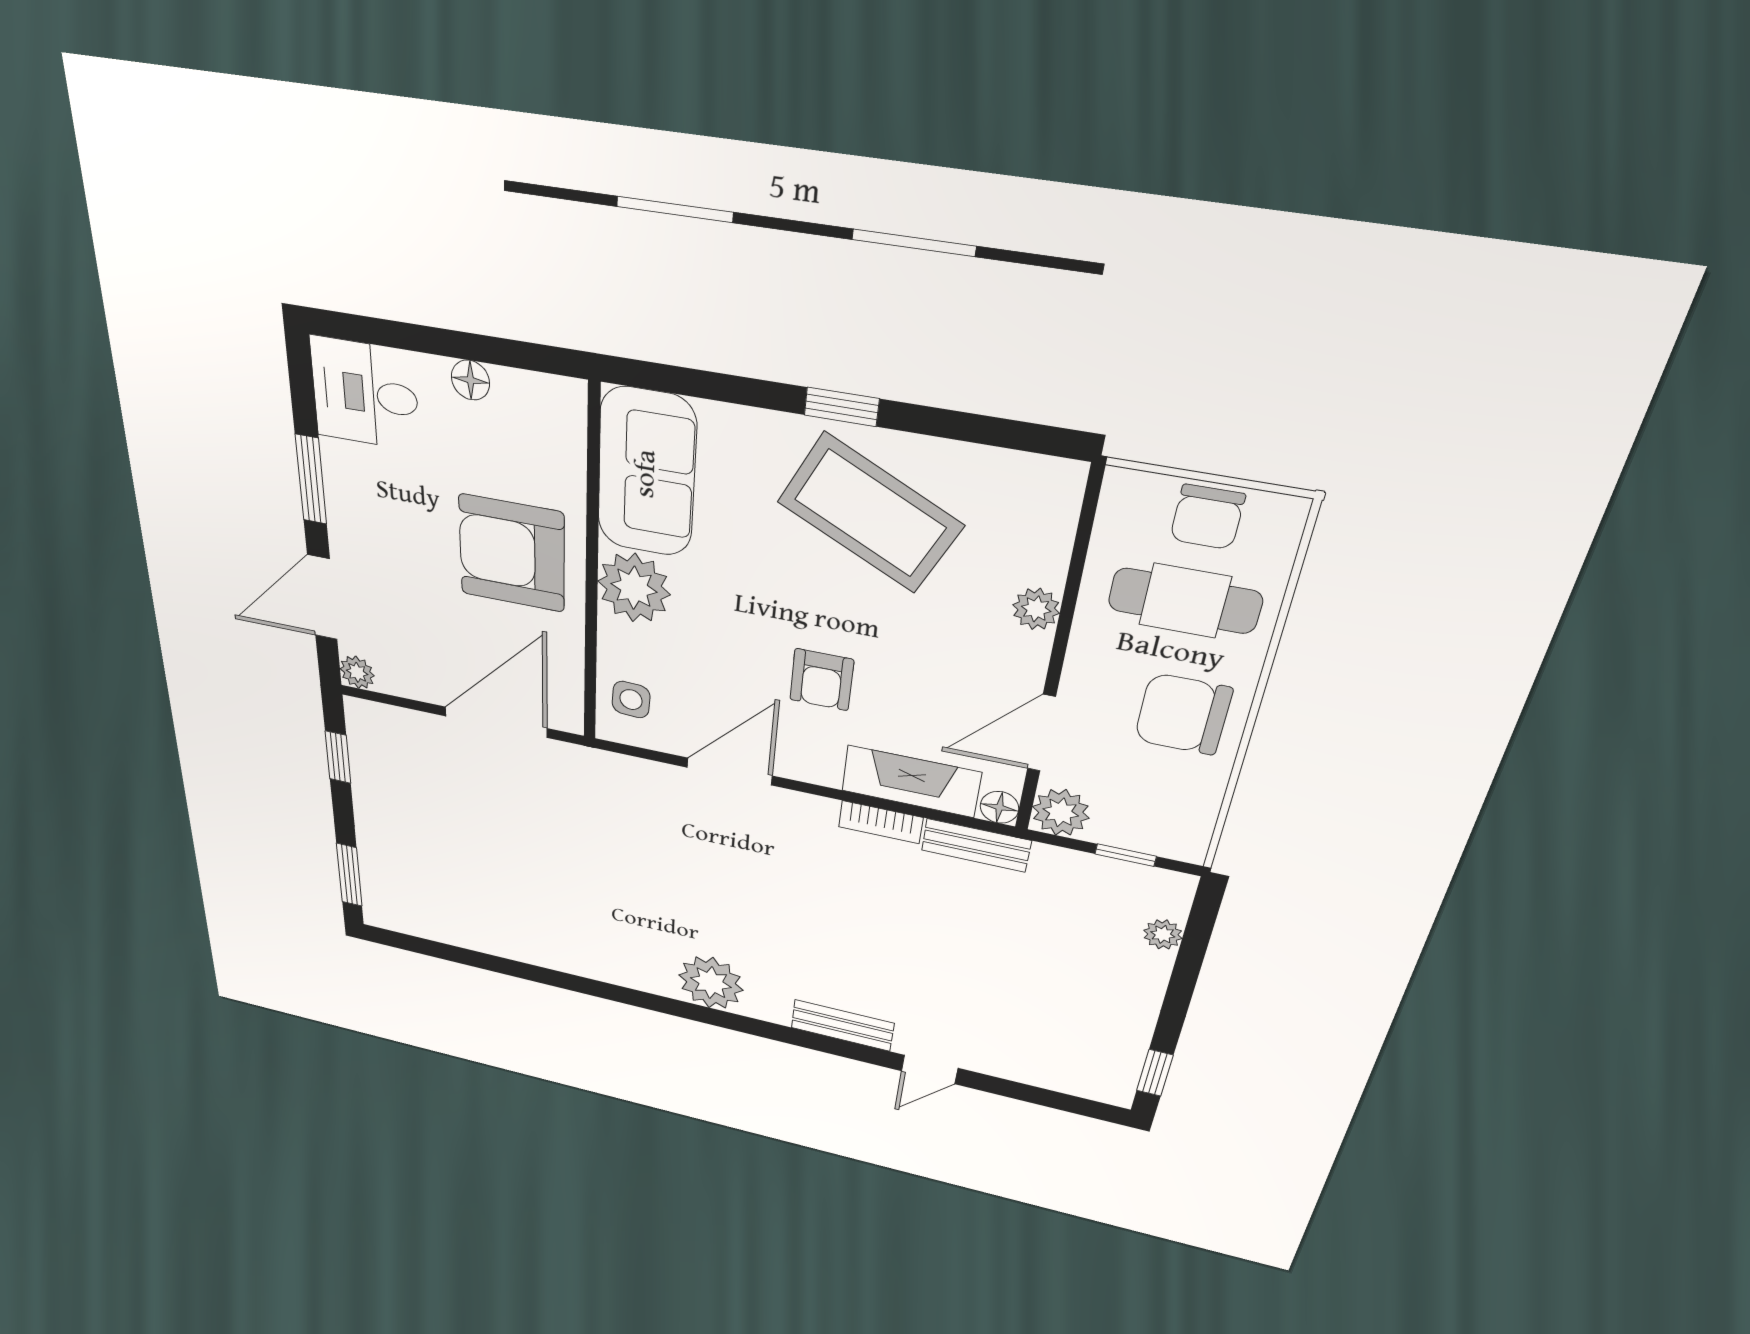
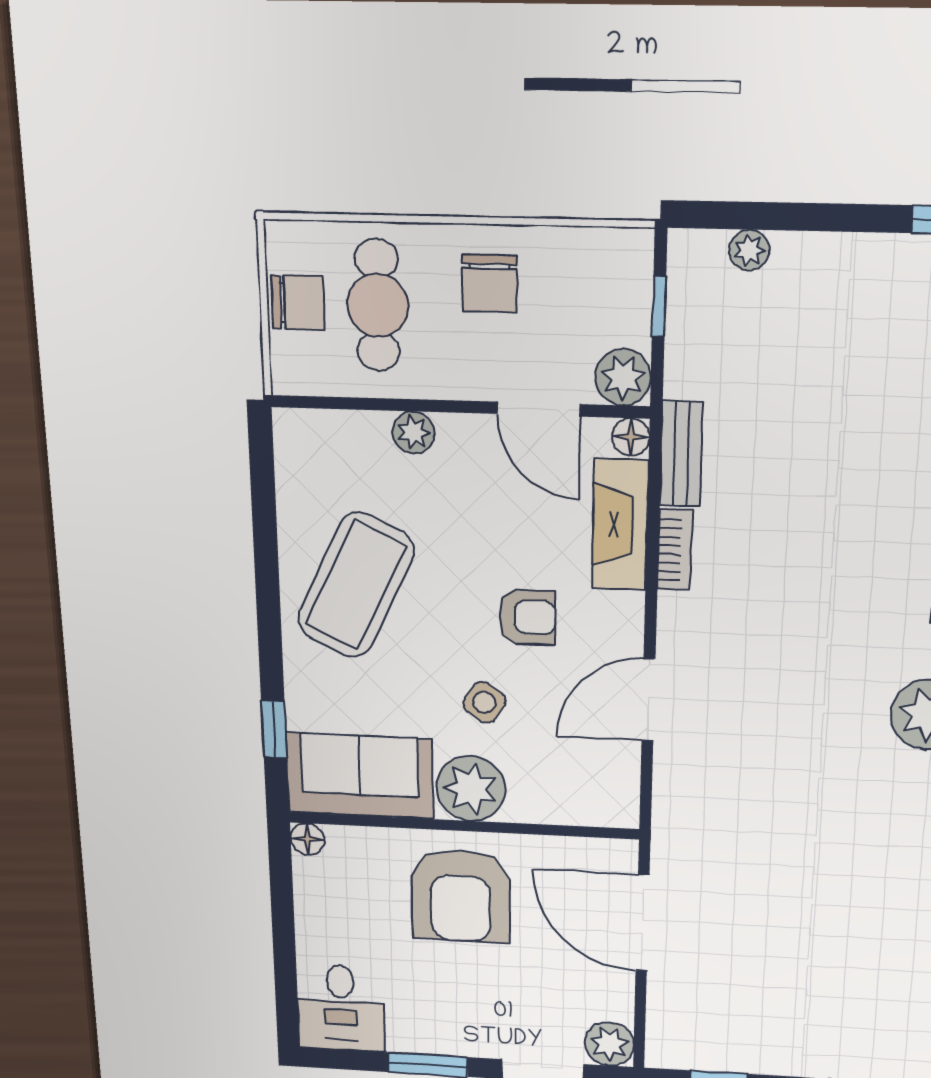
floor lamp: (470, 380) -> (307, 839), moved
window: (842, 407) -> (274, 729), moved
plant: (357, 672) -> (609, 1044), width x1.38, depth x1.38
side table: (631, 700) -> (484, 702), moved, turned 31
chair: (1183, 714) -> (490, 284), width x0.73, depth x0.73
door: (730, 771) -> (648, 700), hinge flipped

